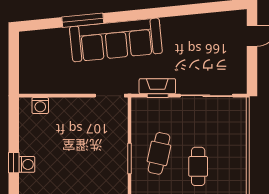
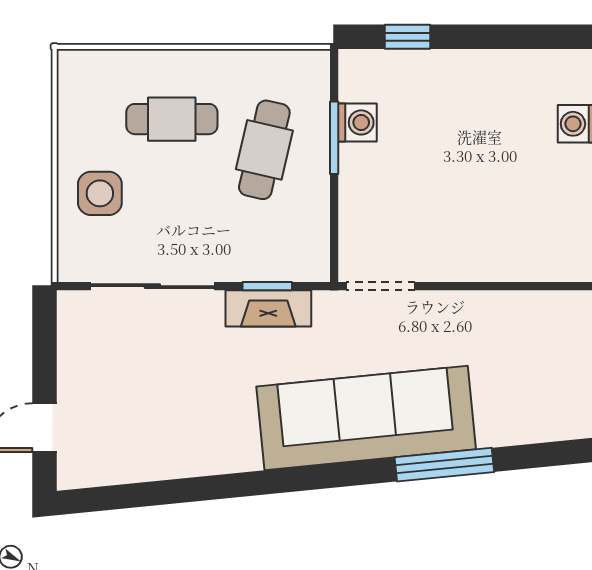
washing machine: (40, 105) -> (357, 122), moved, turned 90
side table: (229, 135) -> (100, 193), added
cafe table: (198, 166) -> (172, 119), turned 90

